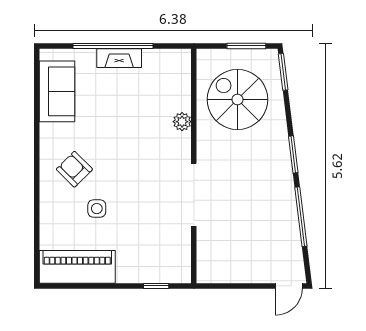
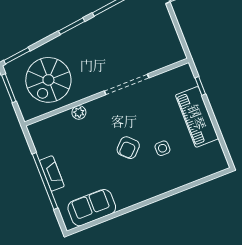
armchair: (74, 169) -> (128, 148), moved
piano: (77, 267) -> (197, 117), moved

